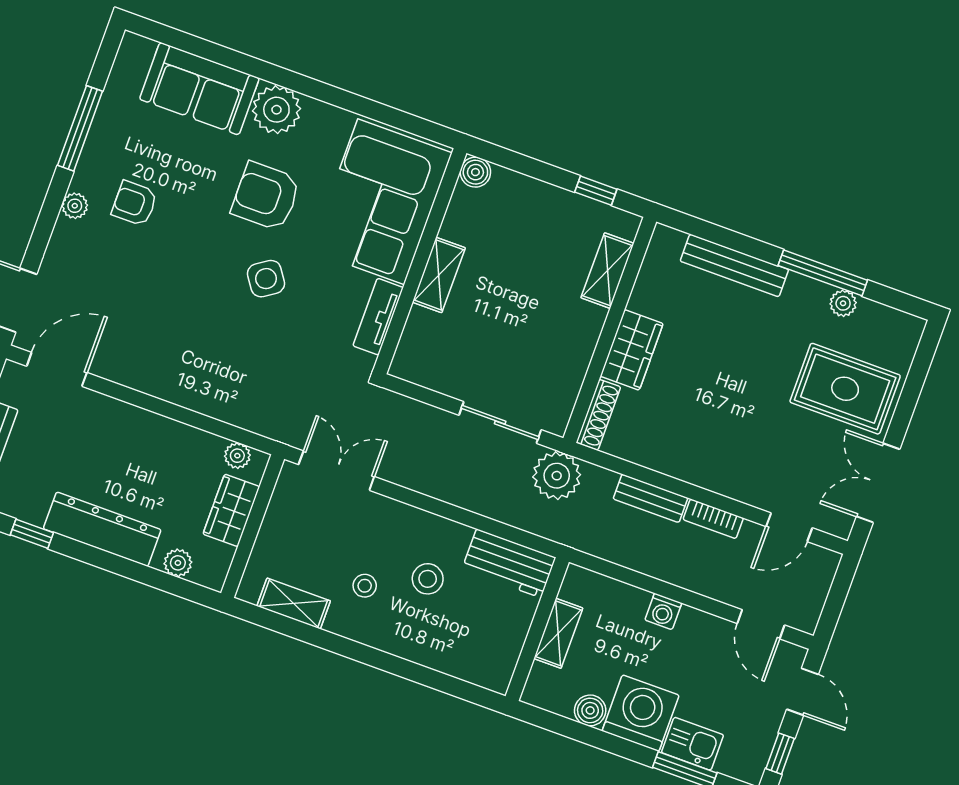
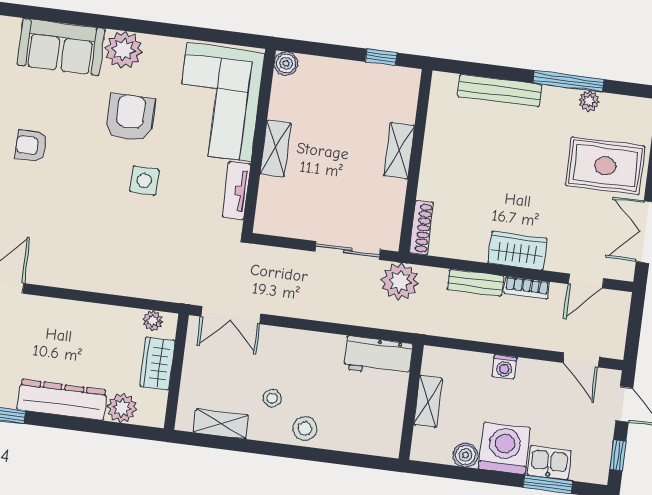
armchair: (266, 196) -> (130, 118), turned 90
shelving: (607, 271) -> (399, 151), moved
side table: (266, 279) -> (144, 181), turned 36
wardrobe: (632, 350) -> (517, 251), moved, turned -90
double door: (336, 471) -> (231, 315), swing flipped
plant: (178, 563) -> (122, 408), width x1.38, depth x1.38
stool: (428, 579) -> (305, 428), moved

